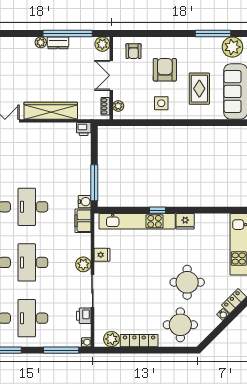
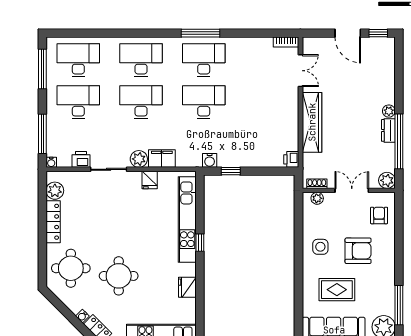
armchair: (133, 51) -> (379, 215), turned 90
window: (94, 183) -> (231, 171), width x0.46
filing cabinet: (83, 221) -> (162, 159), moved
fridge: (185, 221) -> (187, 287), moved

